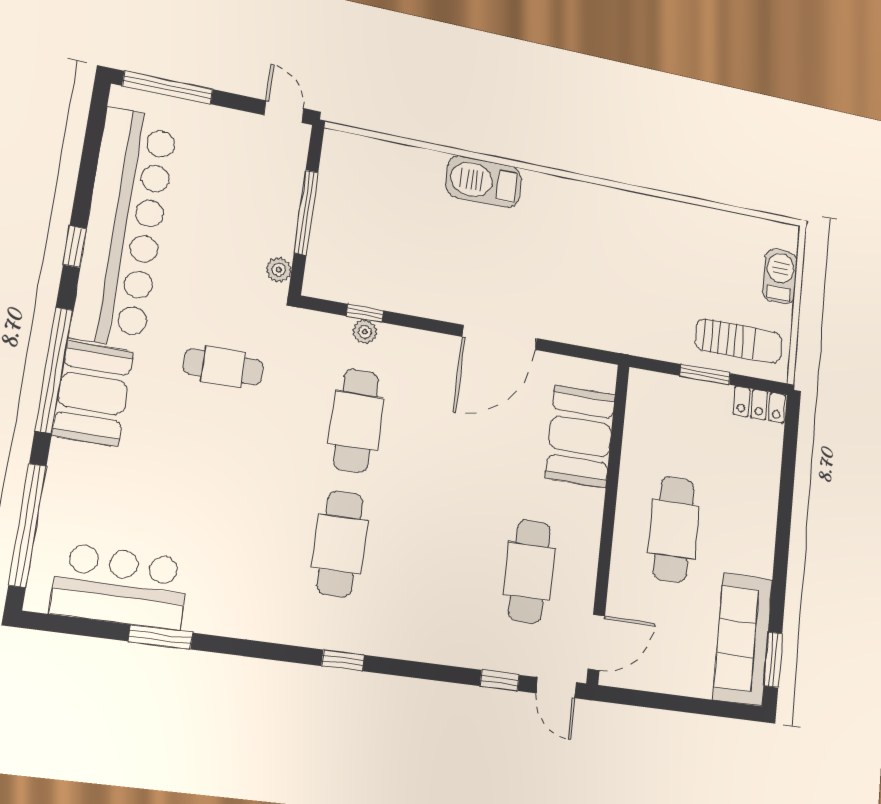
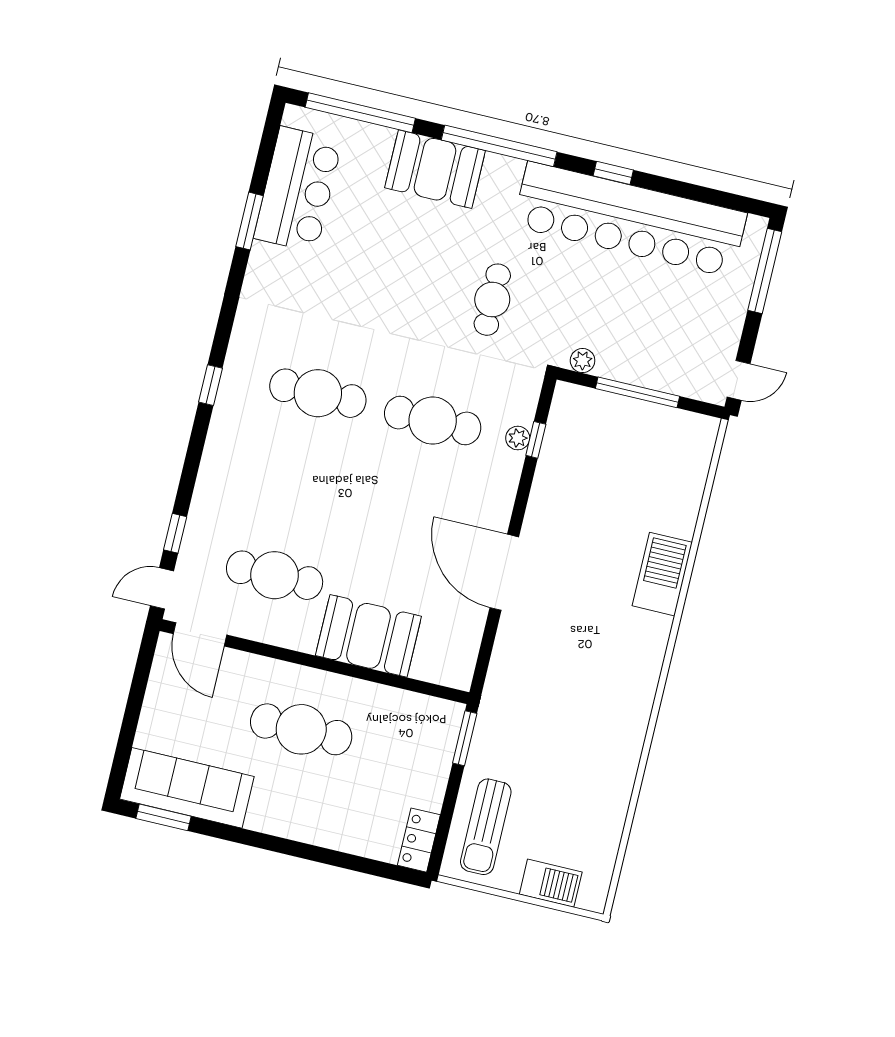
window: (705, 374) -> (465, 738), moved
booth: (93, 393) -> (435, 169), moved
booth: (580, 436) -> (368, 636), moved

